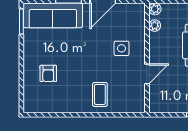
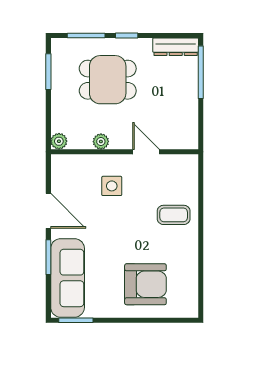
plant: (155, 26) -> (101, 142), moved
armchair: (48, 73) -> (145, 284), width x1.88, depth x1.88

